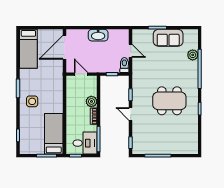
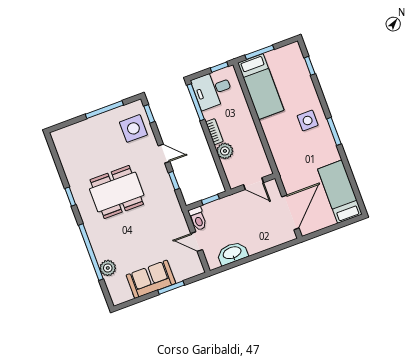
washbasin: (98, 35) -> (232, 253), moved
side table: (144, 137) -> (133, 128), added

